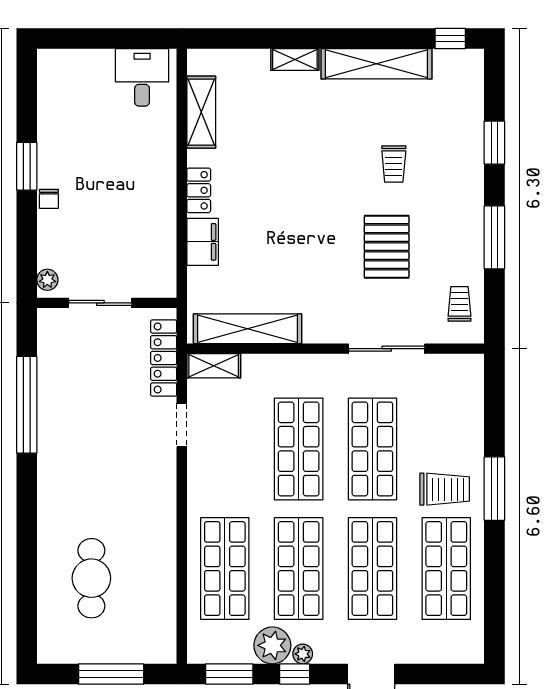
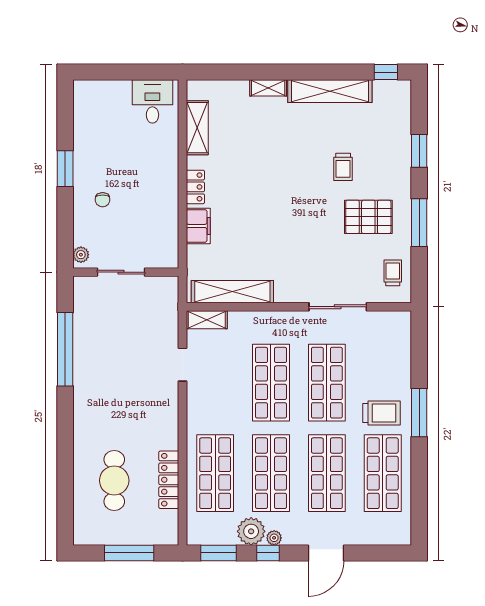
chair: (49, 199) -> (103, 200), moved
pallet: (387, 247) -> (368, 217), moved, turned 90
locker: (164, 358) -> (169, 480), moved

